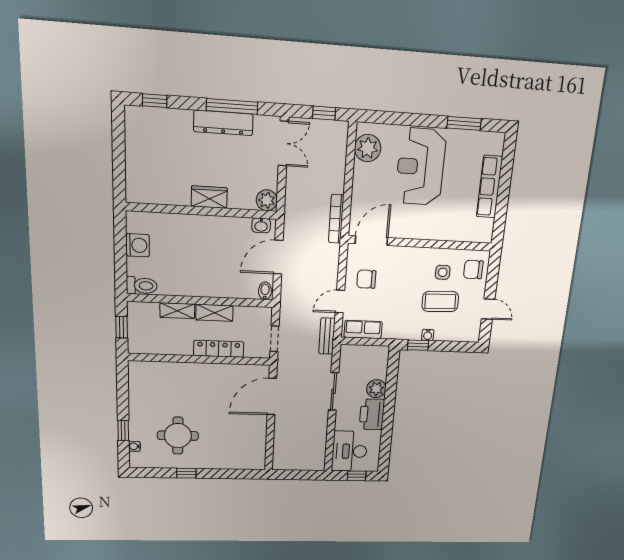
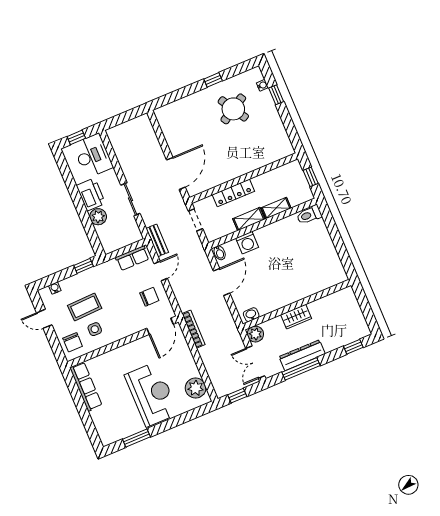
row of seats: (489, 187) -> (86, 387), moved
wardrobe: (209, 197) -> (296, 317), moved
plant: (267, 200) -> (255, 334), moved
wall: (202, 211) -> (297, 305), moved
washbasin: (261, 225) -> (251, 315), moved
washing machine: (138, 245) -> (247, 243), moved, turned -90
chair: (473, 269) -> (73, 342), turned 90
water cooler: (428, 335) -> (55, 288), moved
round table: (178, 436) -> (233, 109), turned -31

